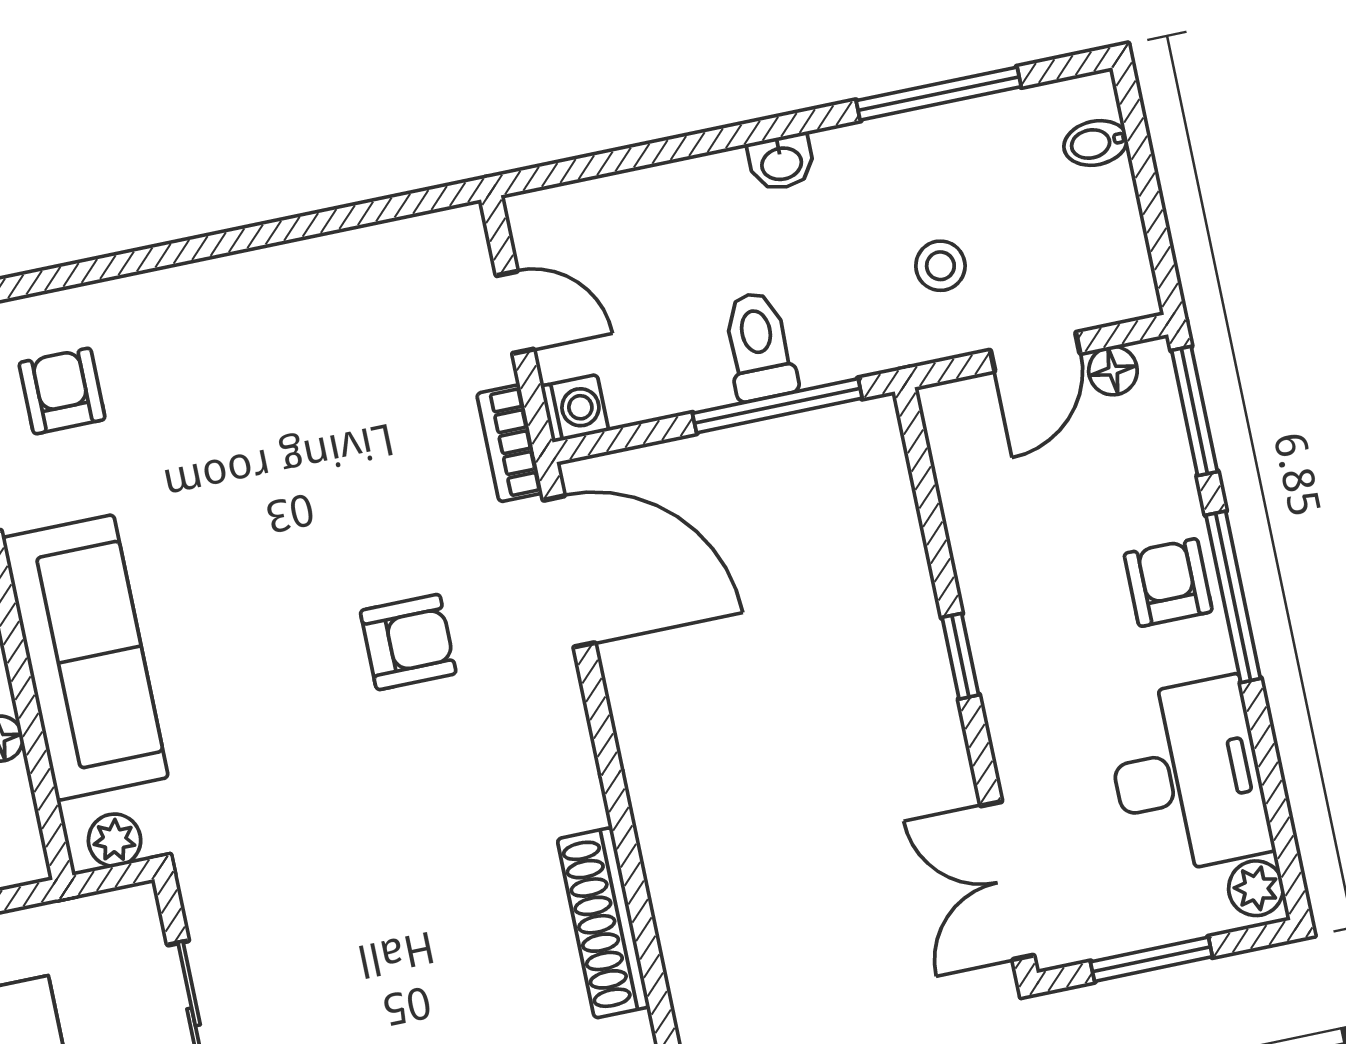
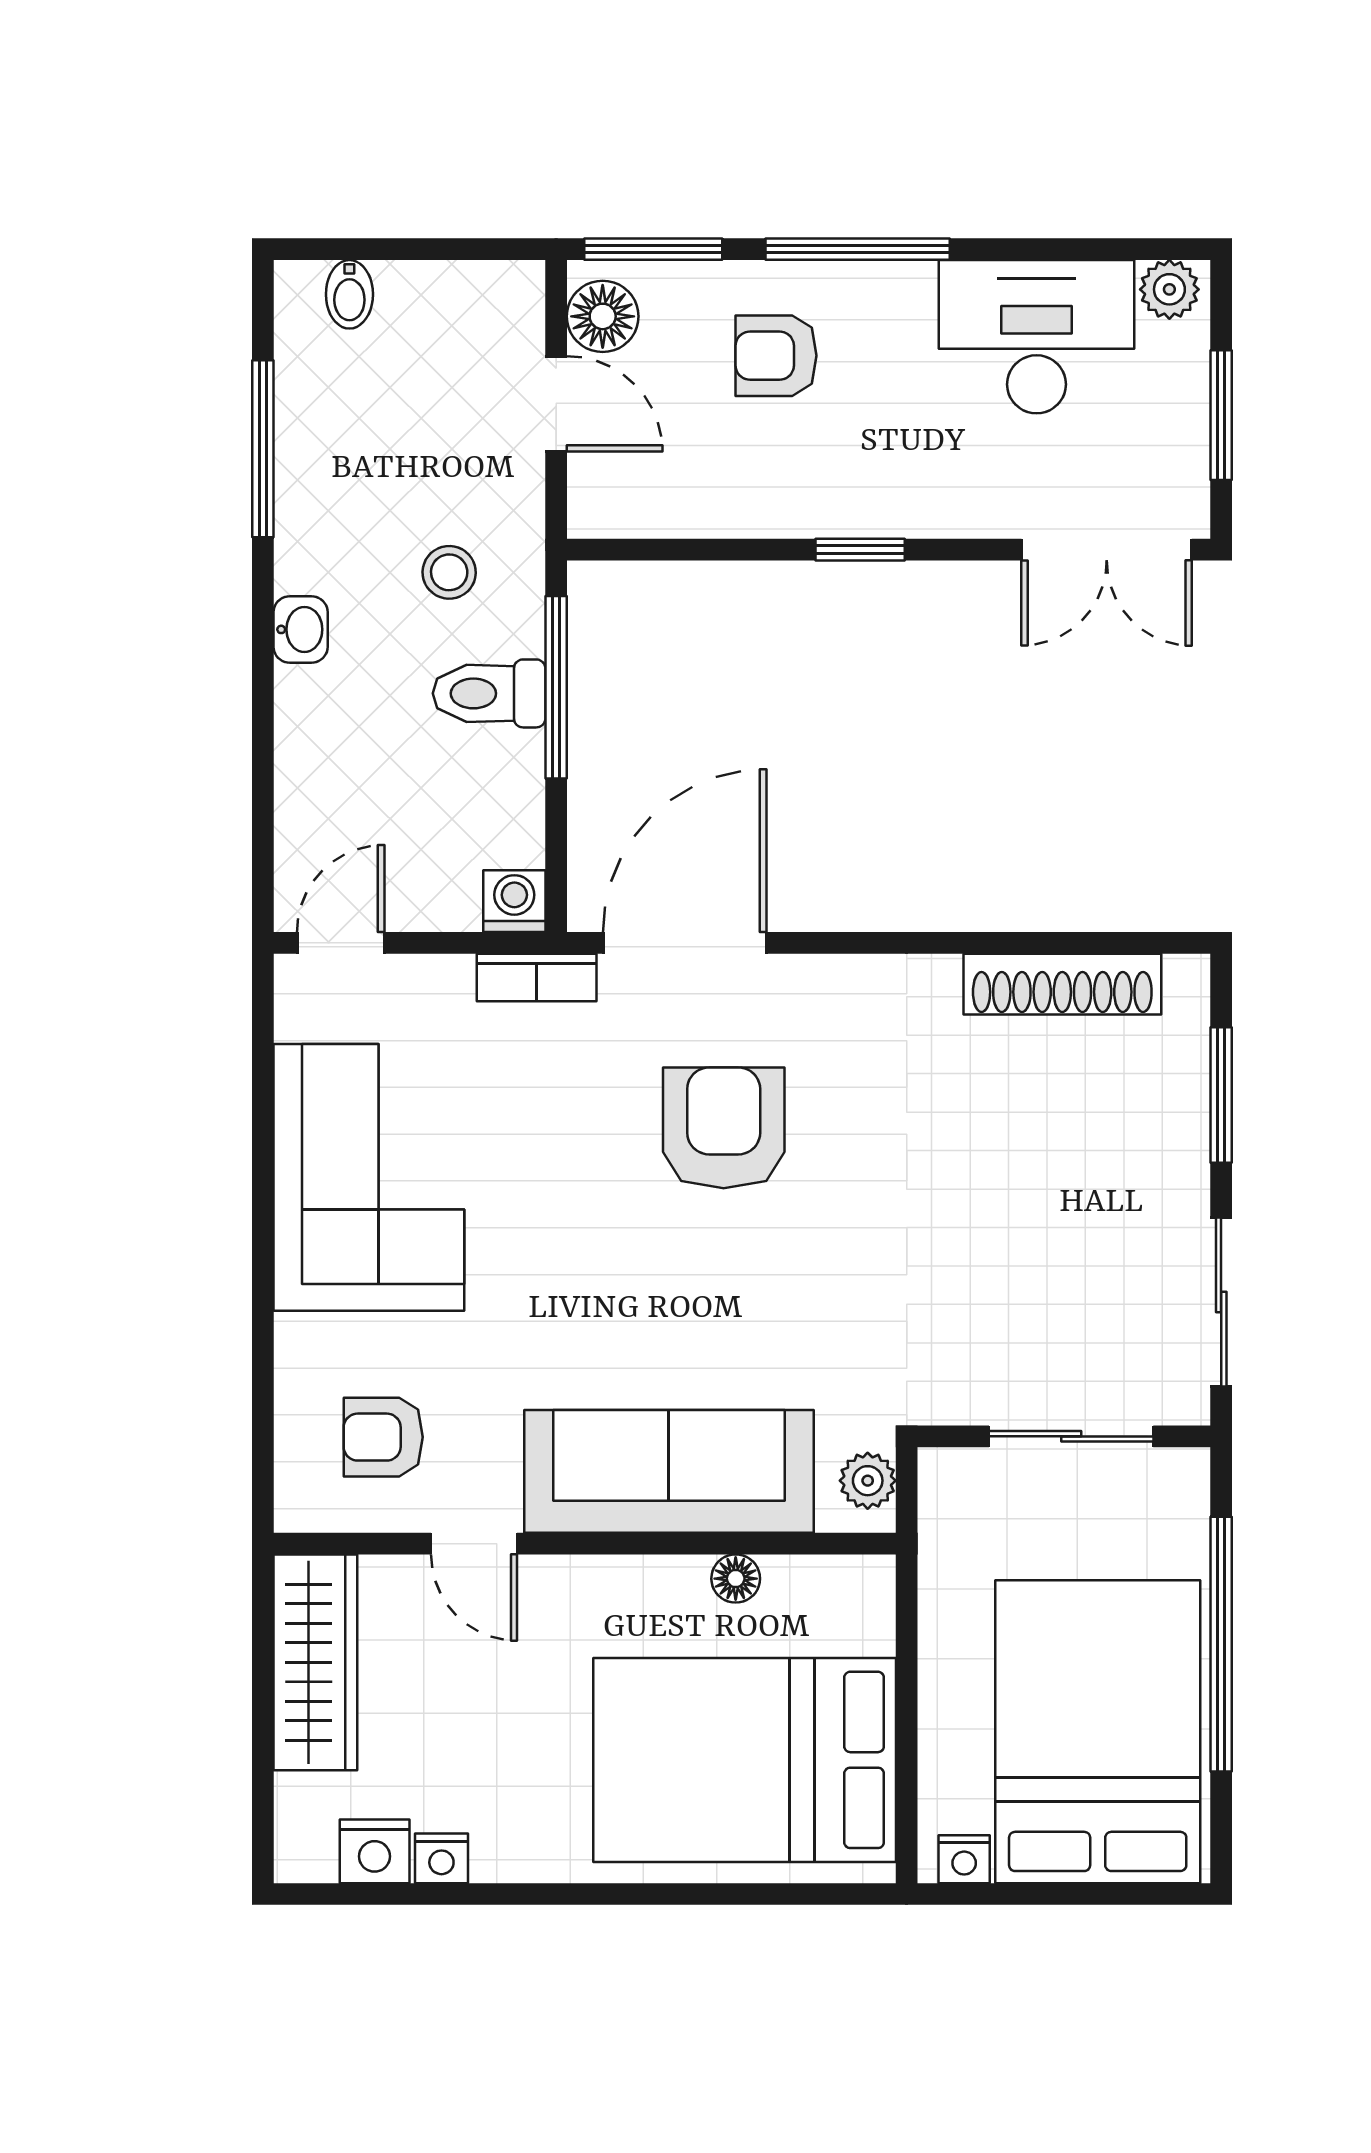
stool: (940, 266) -> (449, 572), moved
door: (515, 312) -> (341, 943), moved
corner sofa: (296, 329) -> (369, 1177), added
floor lamp: (1113, 371) -> (603, 316), width x1.37, depth x1.37
armchair: (1168, 583) -> (776, 356), moved
armchair: (408, 642) -> (724, 1128), width x1.38, depth x1.38

